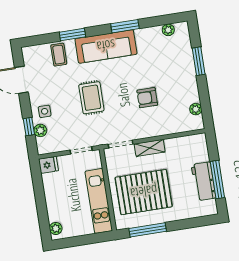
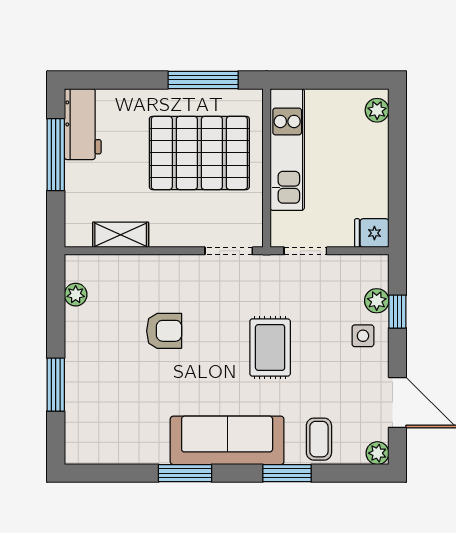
plant: (168, 30) -> (377, 453), moved
shelving: (150, 148) -> (121, 235), moved
workbench: (203, 181) -> (83, 124), moved

